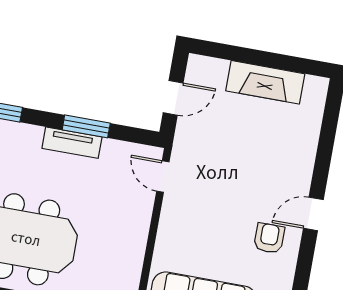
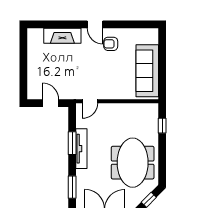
fireplace: (265, 82) -> (62, 36), moved, turned 90
tv unit: (72, 143) -> (81, 149), width x1.41

